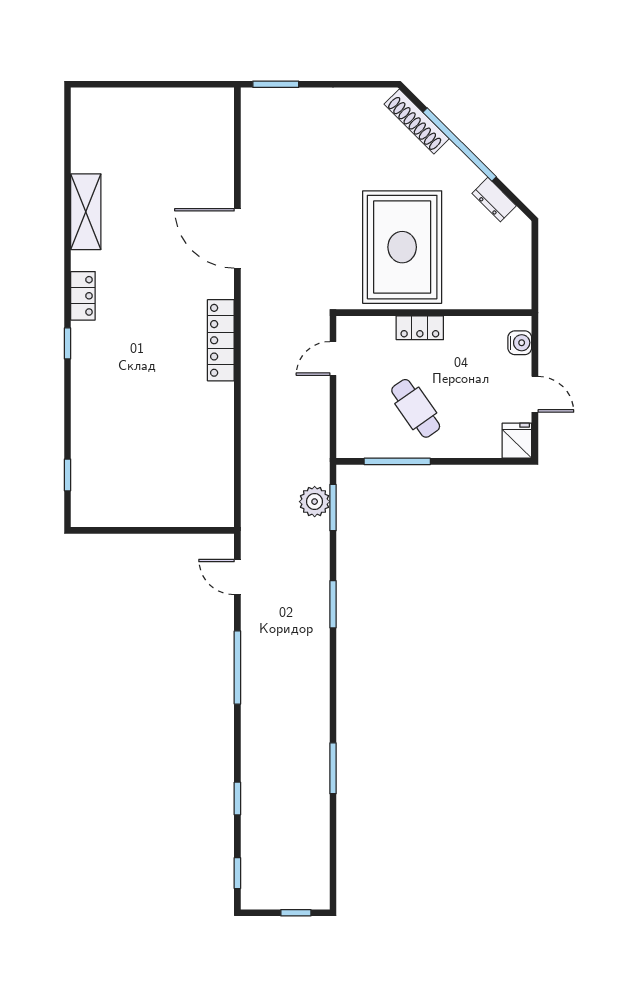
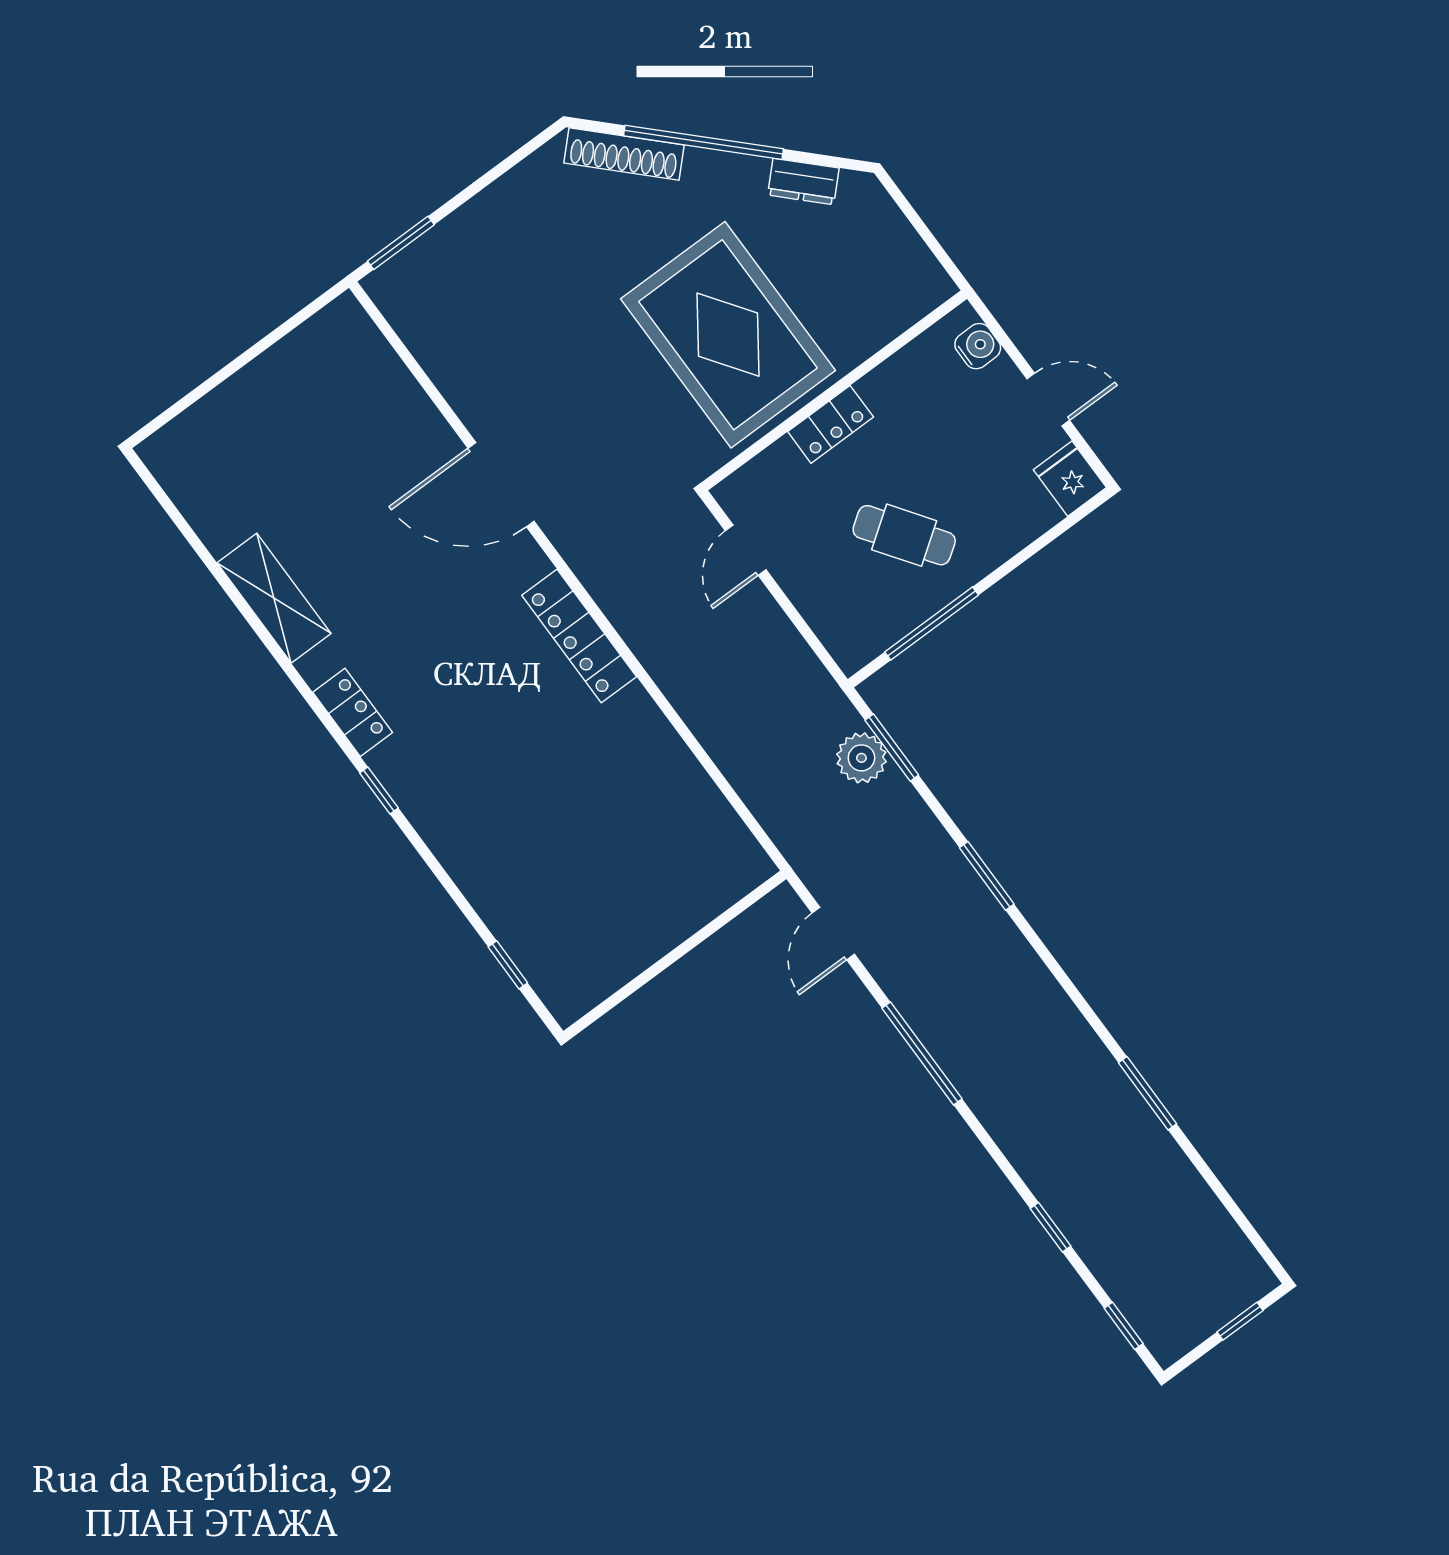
door: (237, 577) -> (833, 933), hinge flipped

